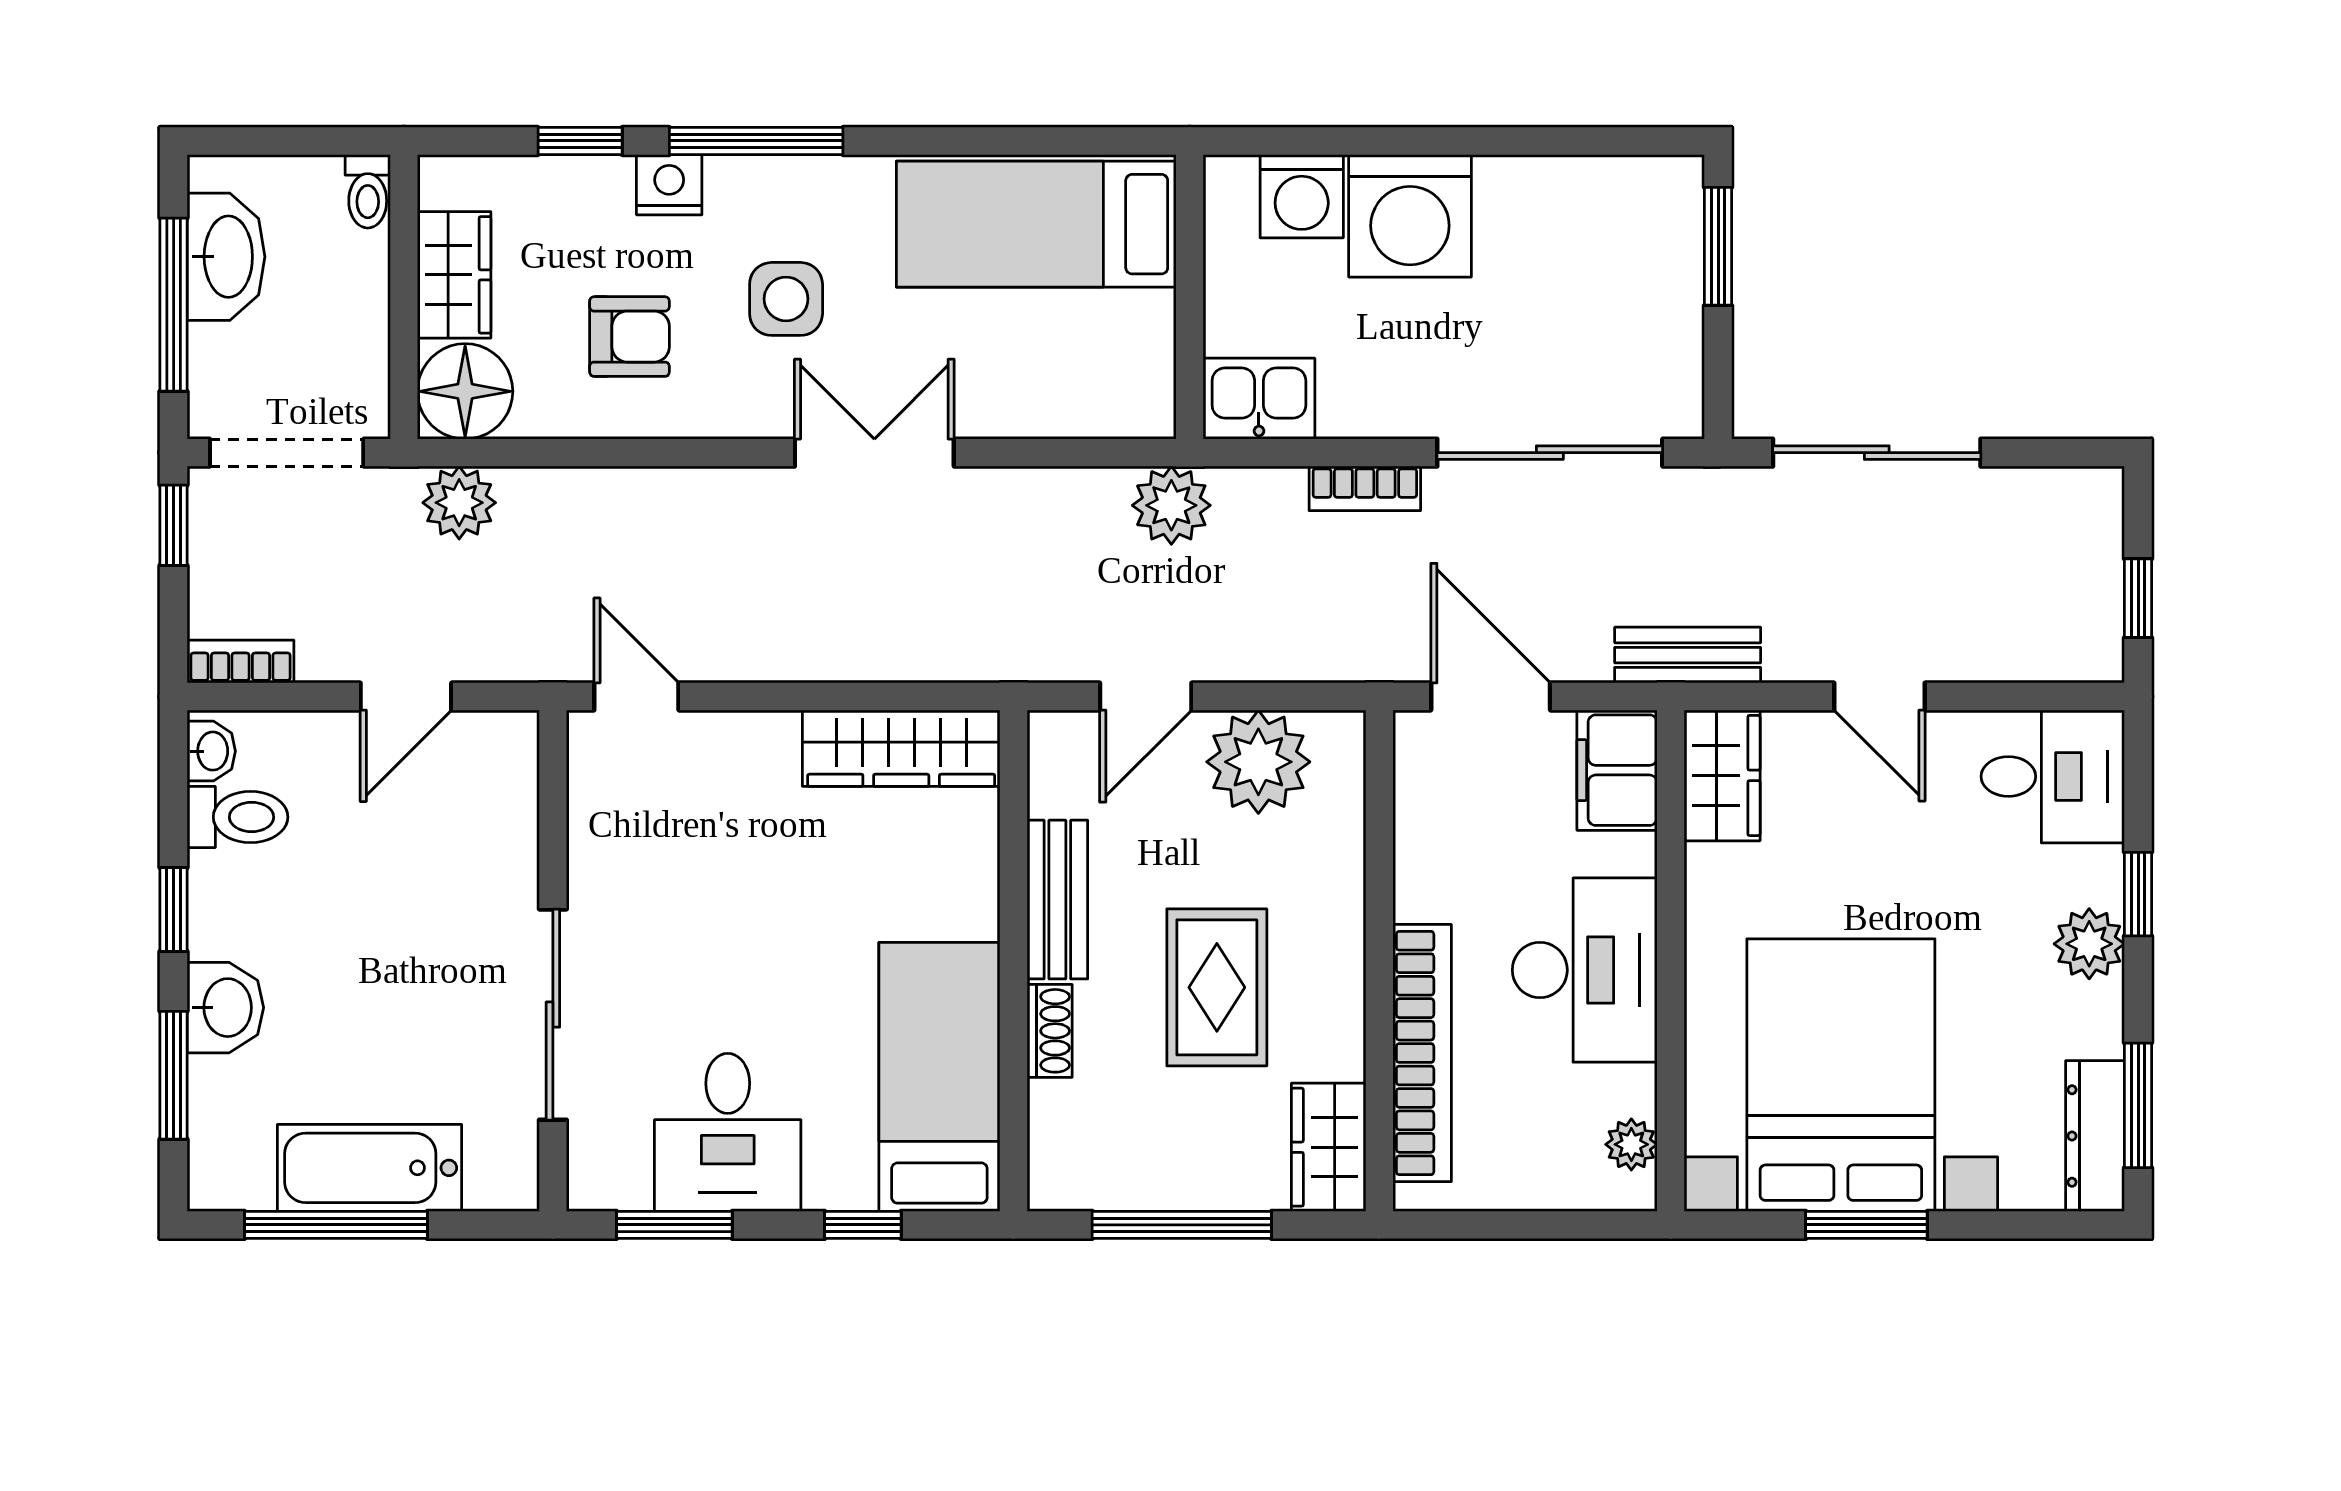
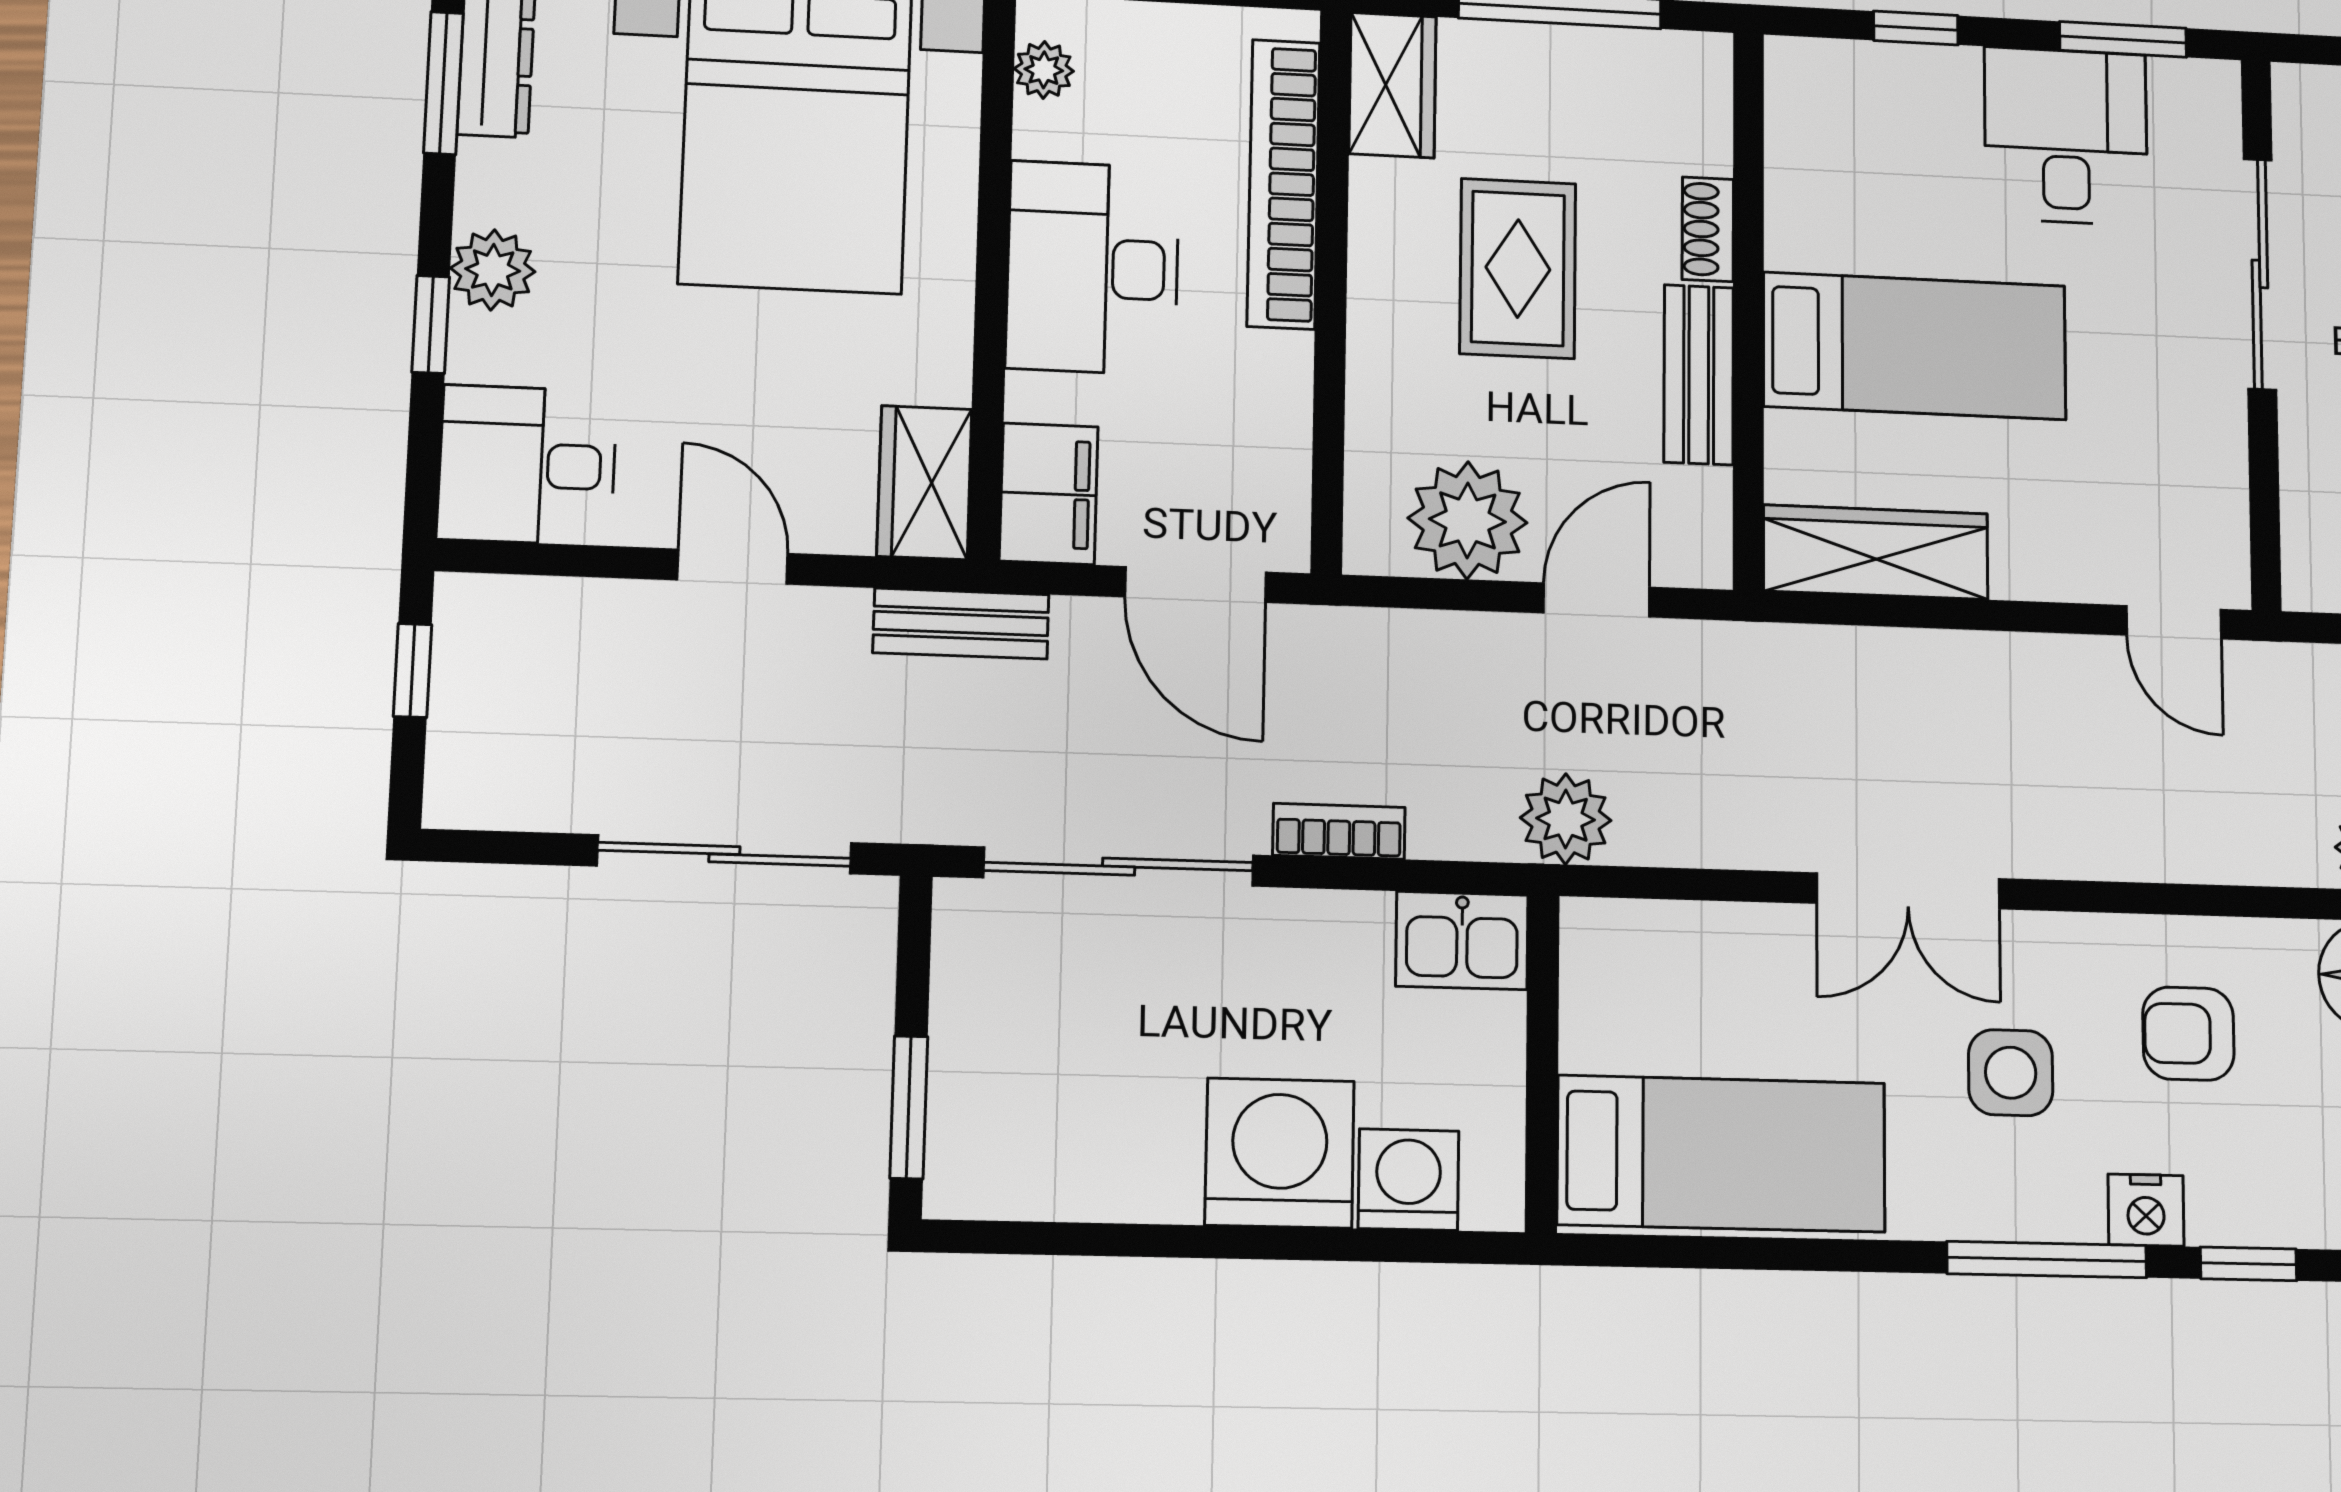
bed: (939, 1077) -> (1915, 346), moved, turned -90

